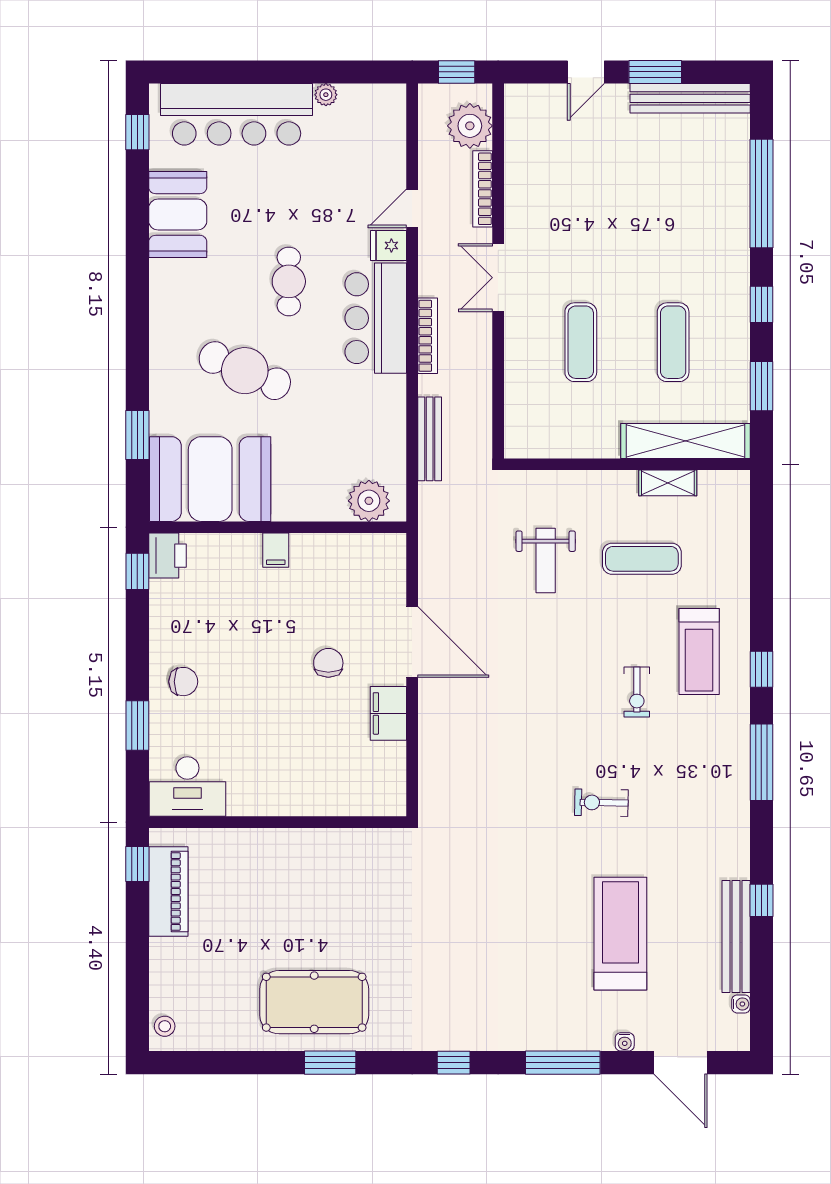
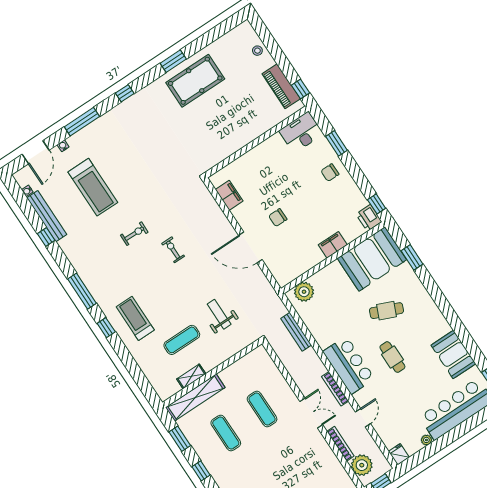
fridge: (389, 245) -> (399, 454), moved, turned -90
bookcase: (428, 336) -> (335, 389), moved
cafe table: (245, 371) -> (387, 311), width x0.73, depth x0.74
filing cabinet: (276, 550) -> (333, 245), width x2.00
chair: (328, 663) -> (278, 218), turned 90
exercise bike: (637, 692) -> (173, 250), moved
filing cabinet: (388, 713) -> (229, 195), moved
stool: (165, 1026) -> (257, 51), moved
door: (681, 1063) -> (36, 152), swing flipped

